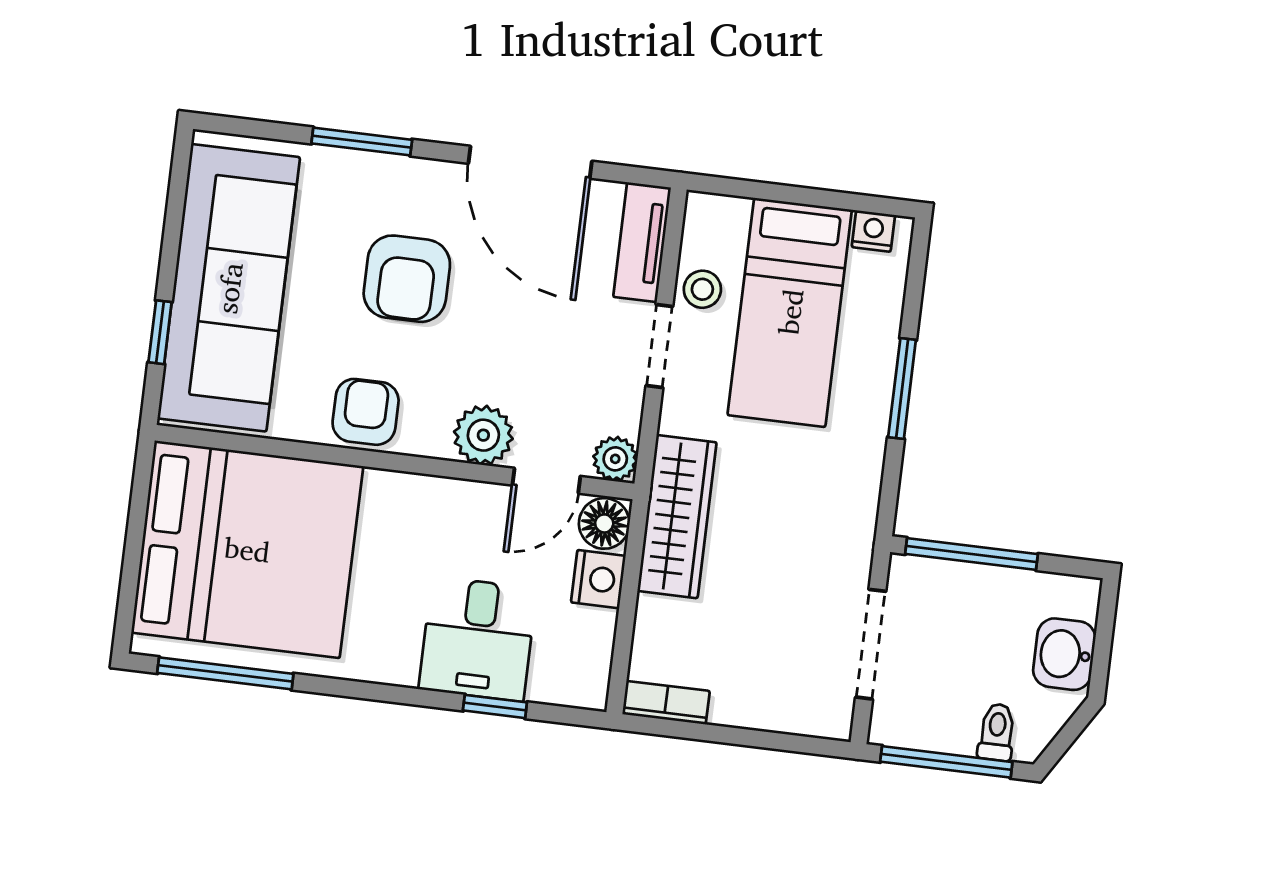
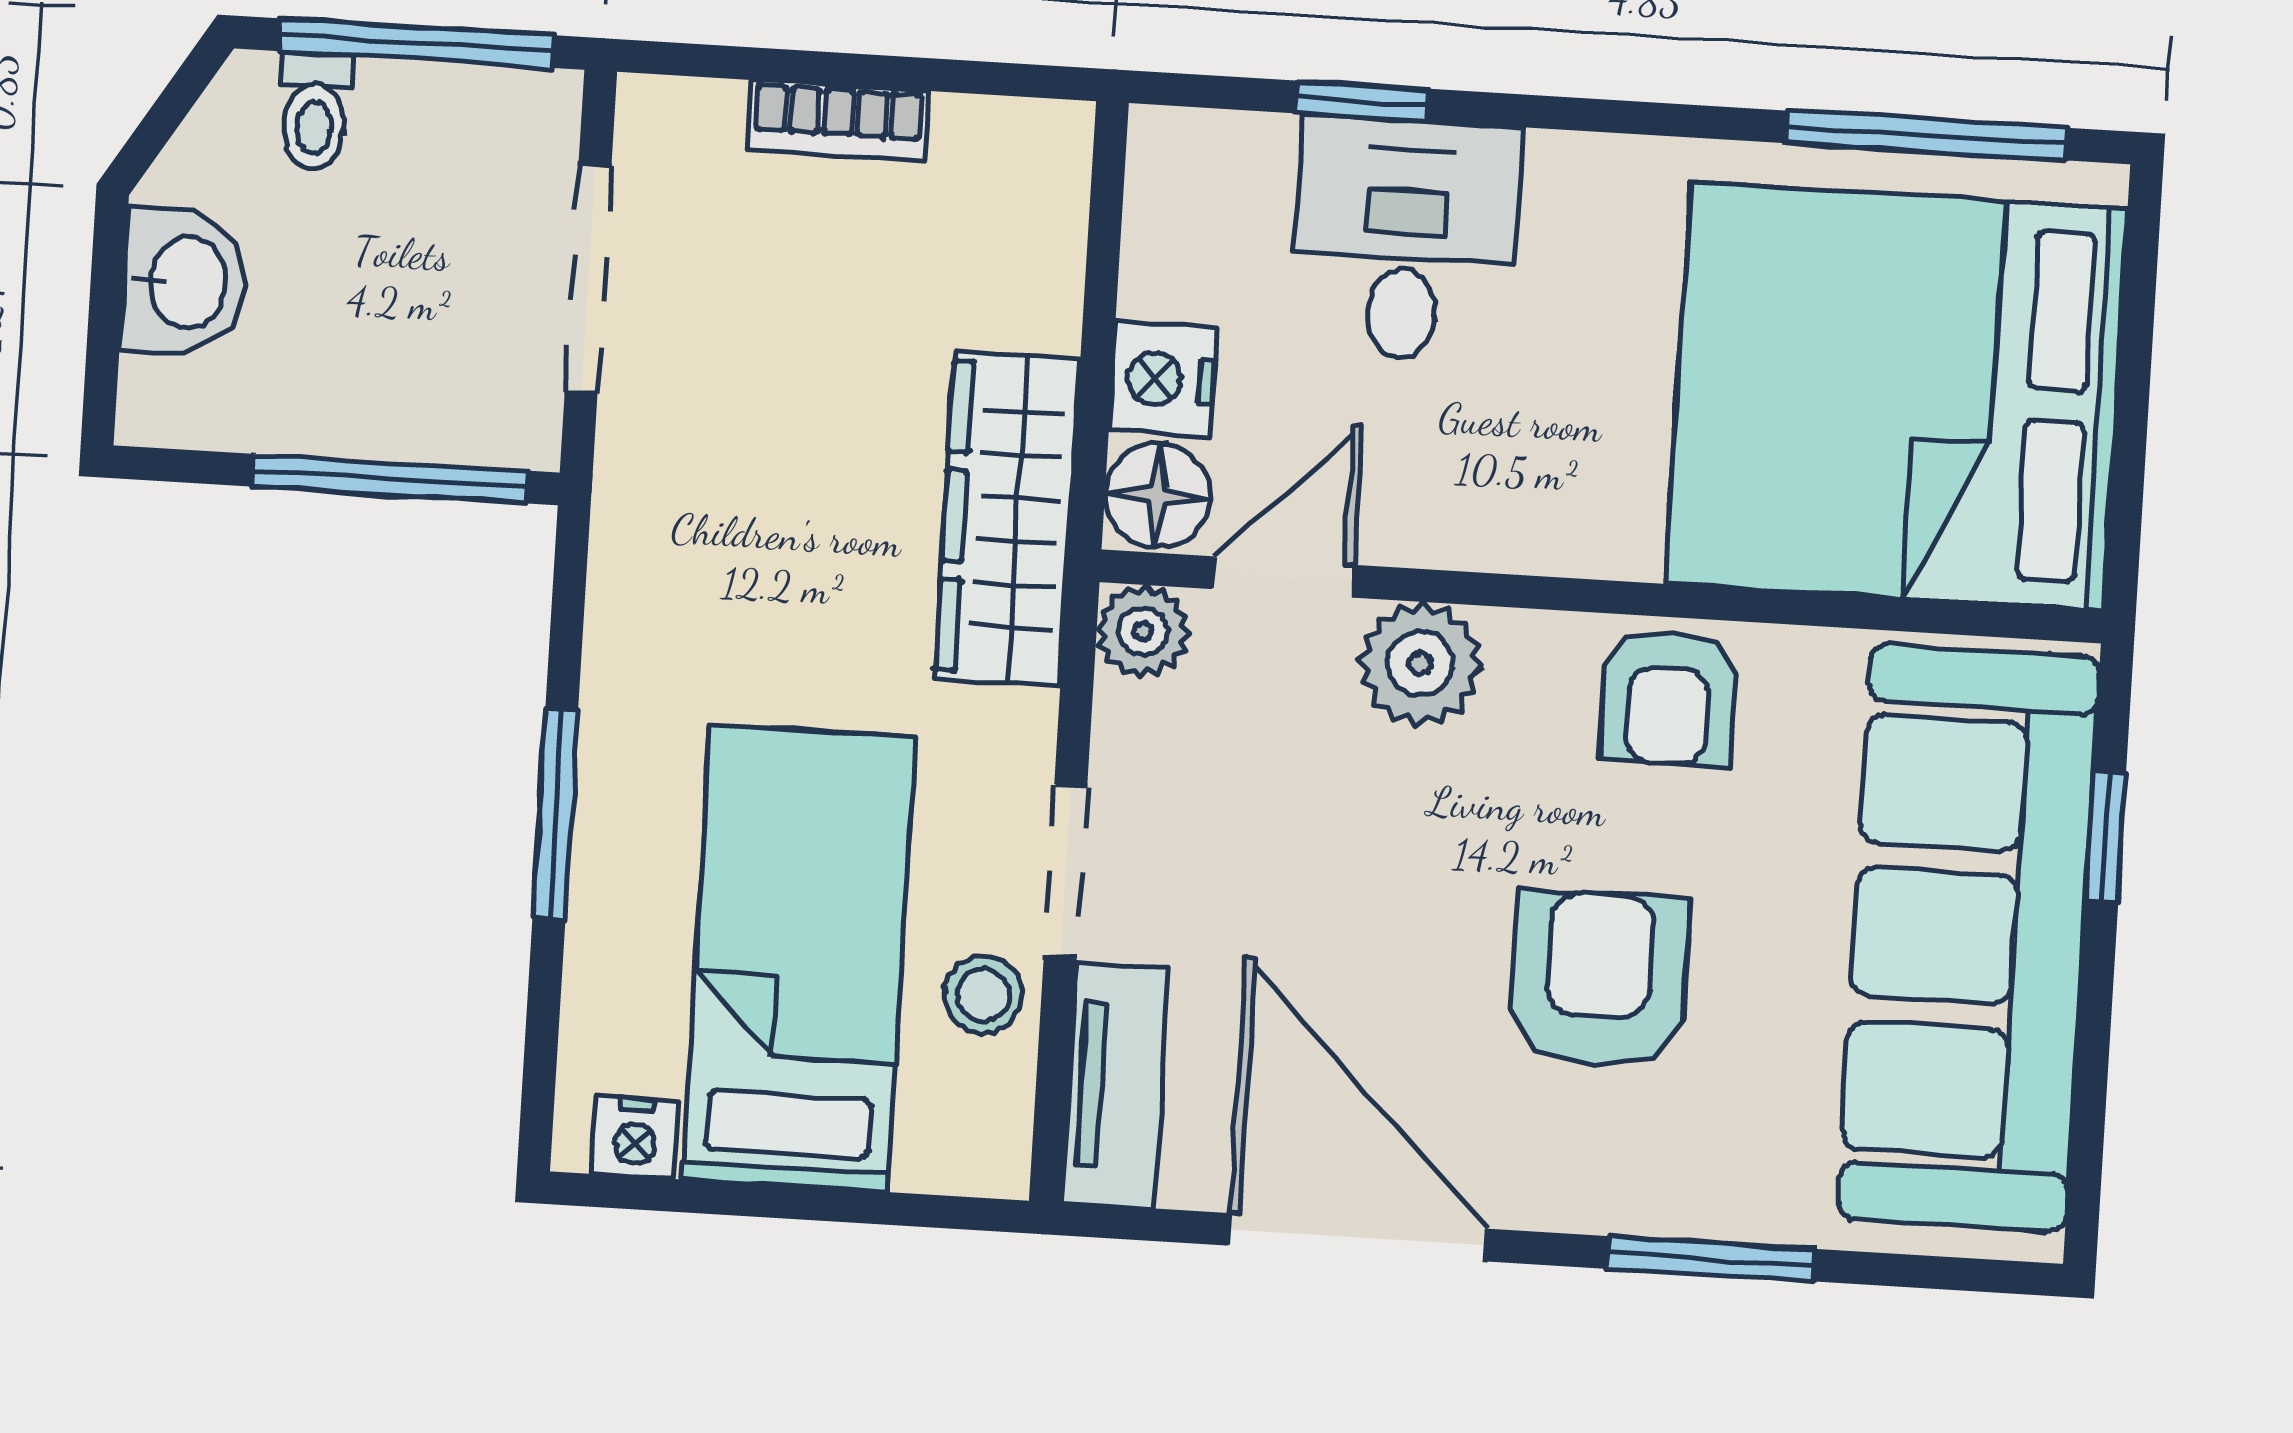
bookcase: (666, 703) -> (838, 121), moved

